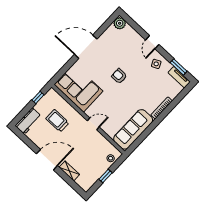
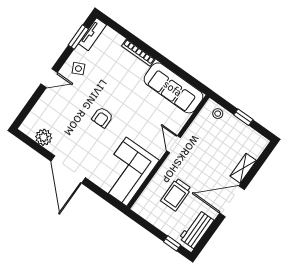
plant: (120, 23) -> (44, 137), moved
window: (38, 97) -> (172, 243), moved
workbench: (28, 121) -> (196, 229), moved, turned -90
door: (47, 160) -> (232, 201), hinge flipped

